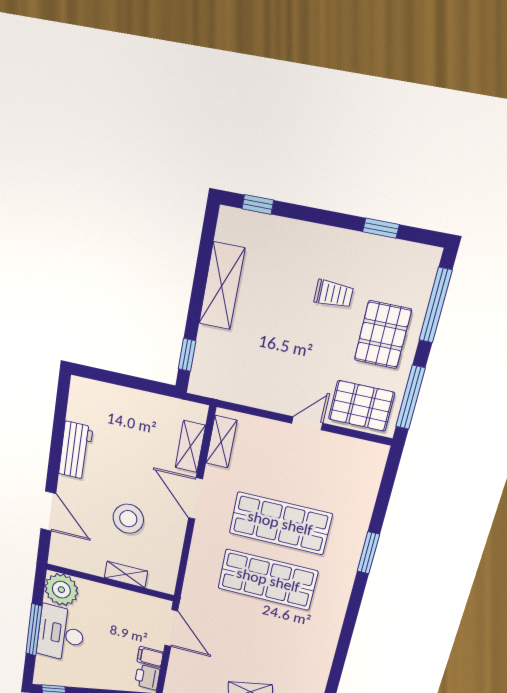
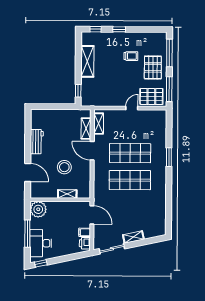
window: (381, 228) -> (119, 29), moved
desk: (61, 634) -> (41, 243), moved

